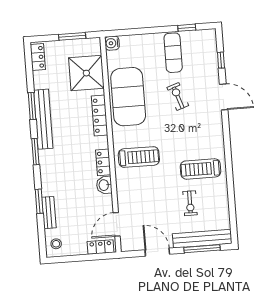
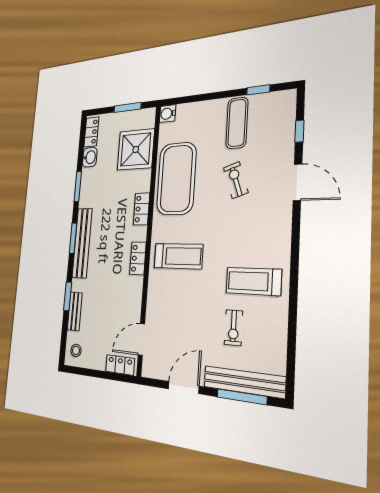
locker: (100, 116) -> (142, 209), width x0.66
bench: (43, 119) -> (82, 243), moved
washbasin: (104, 185) -> (90, 157), moved, turned 180
door: (157, 252) -> (184, 387), hinge flipped

